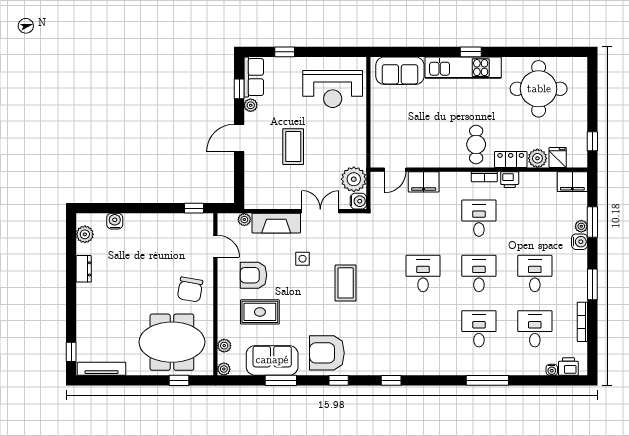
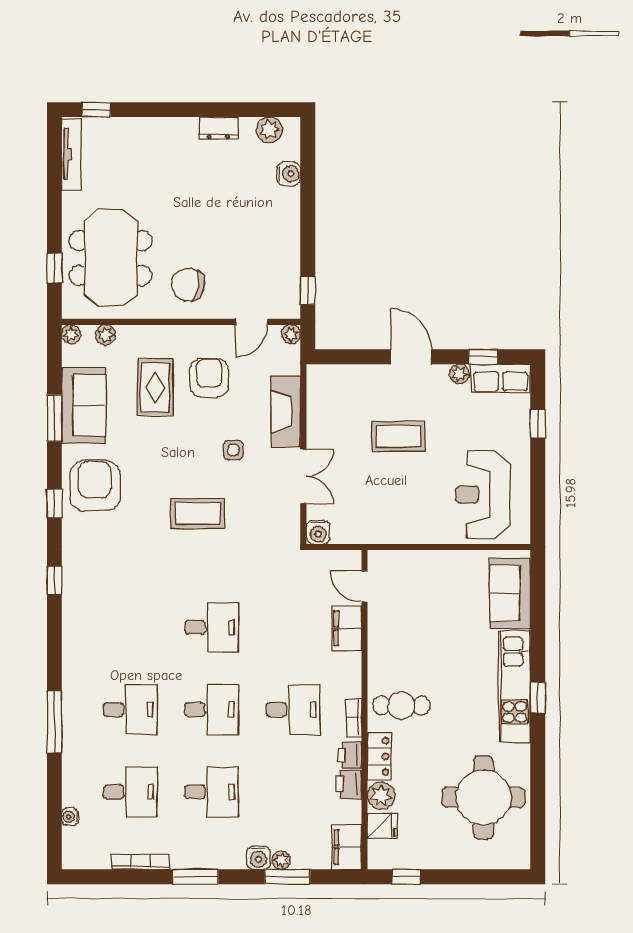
plant: (354, 179) -> (350, 525), removed
plant: (244, 220) -> (291, 334), moved
printer: (568, 367) -> (349, 784), moved, turned 180

